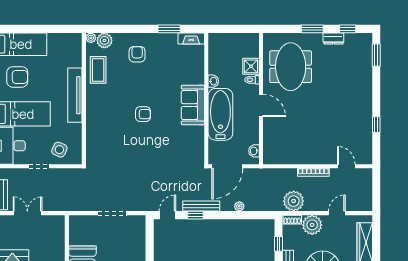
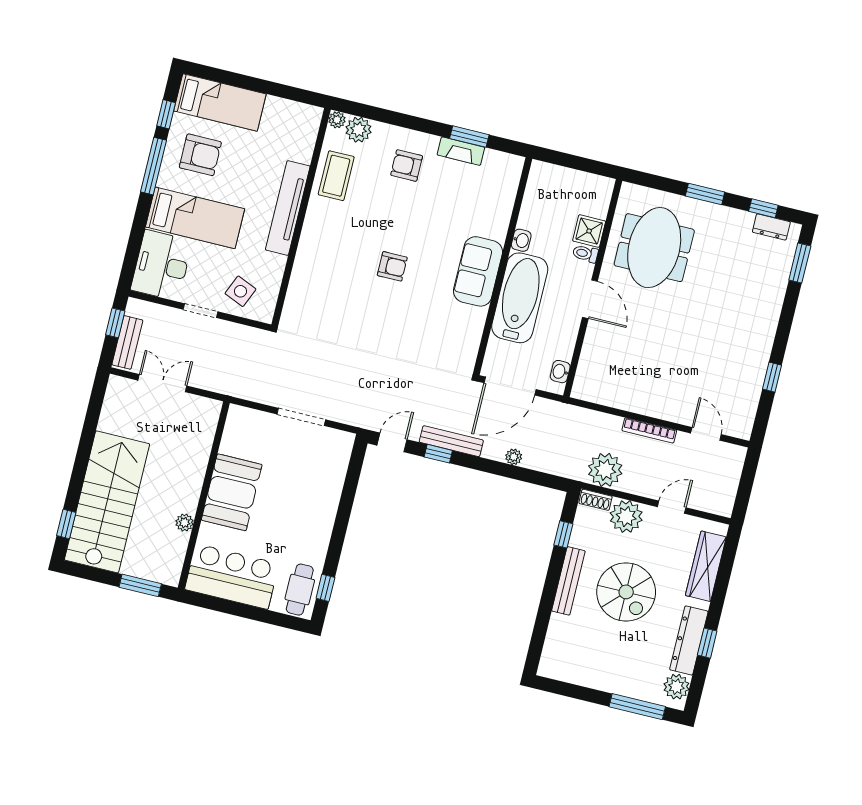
fireplace: (191, 38) -> (461, 151), moved
dresser: (333, 39) -> (771, 227), moved
armchair: (137, 54) -> (407, 165), turned -90

